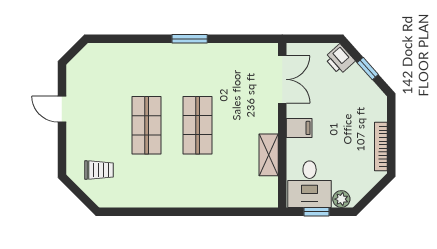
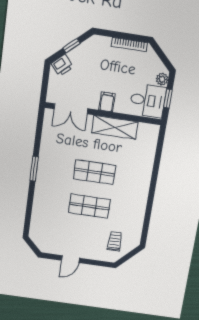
double door: (282, 79) -> (71, 109), swing flipped
shelving: (269, 155) -> (115, 127), width x1.50, depth x1.33

